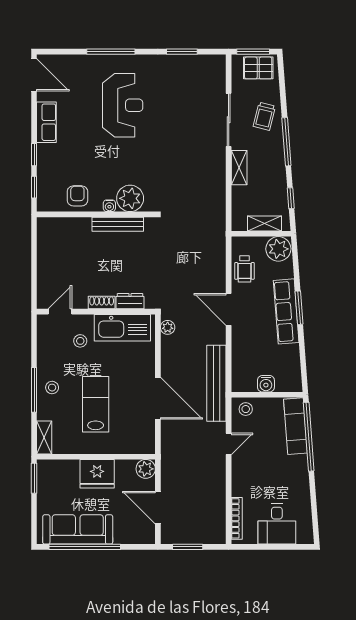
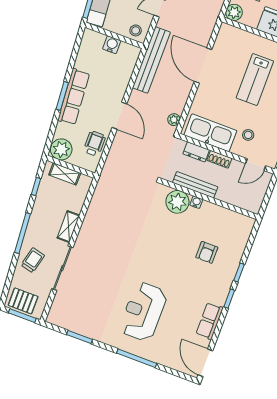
plant: (130, 198) -> (177, 202), moved
water cooler: (109, 206) -> (196, 202), moved
wall: (96, 214) -> (210, 199), moved
bench: (118, 224) -> (195, 185), moved

